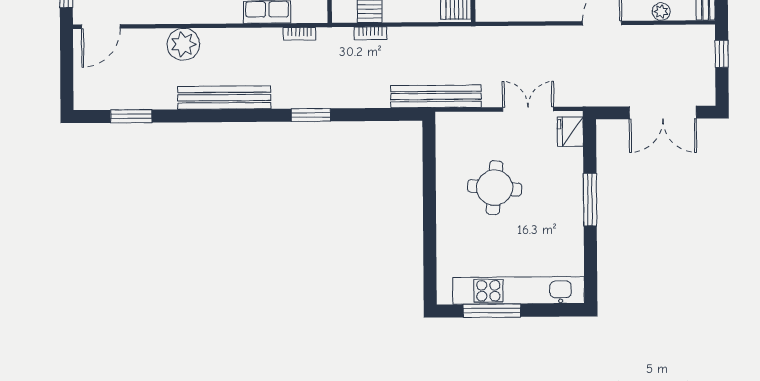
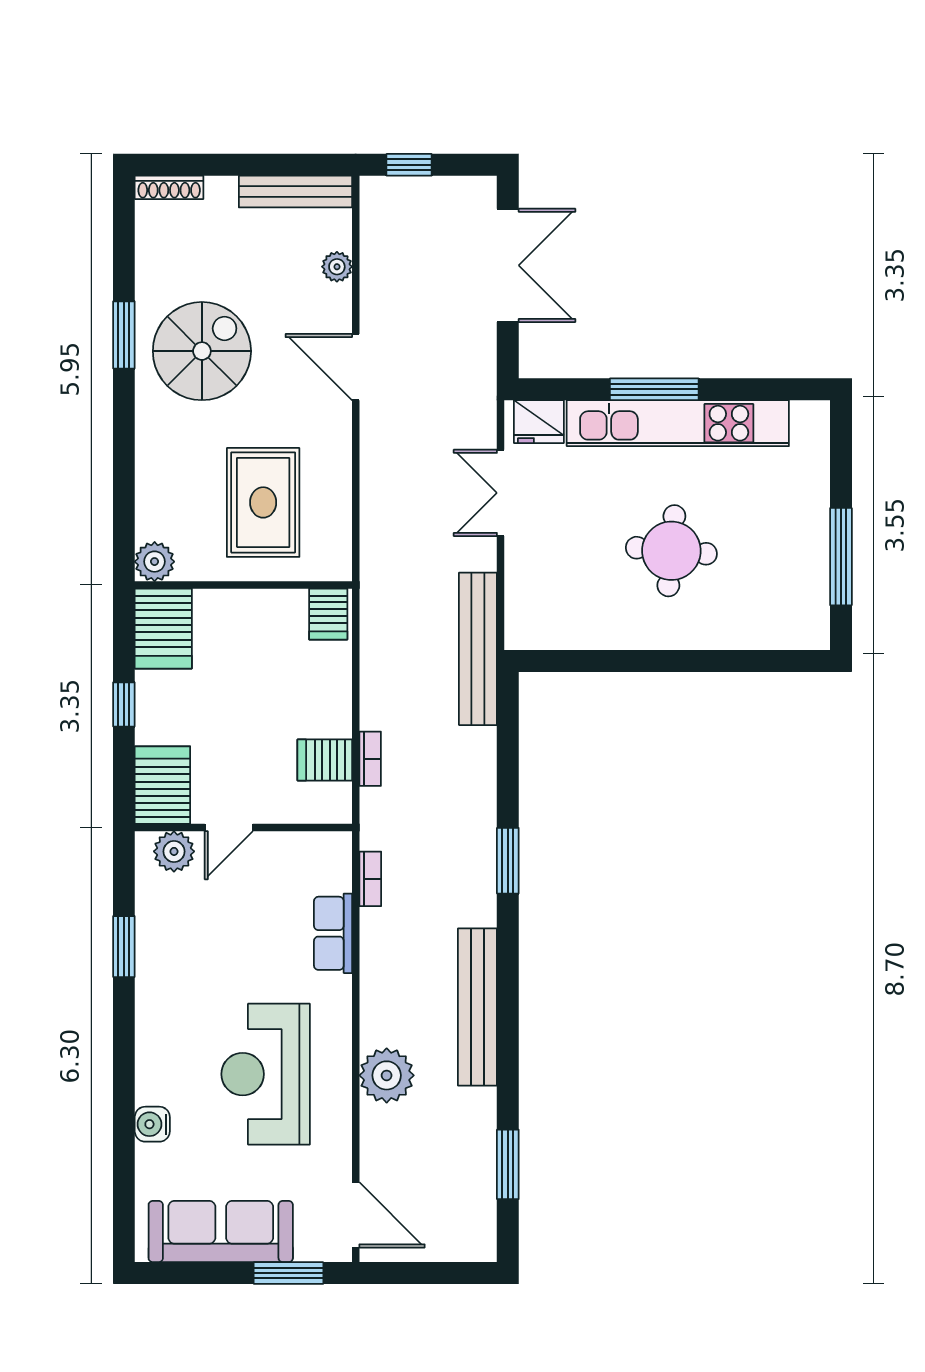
round table: (495, 188) -> (671, 551), moved
kitchen unit: (519, 291) -> (678, 423), moved, turned -90

